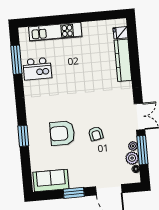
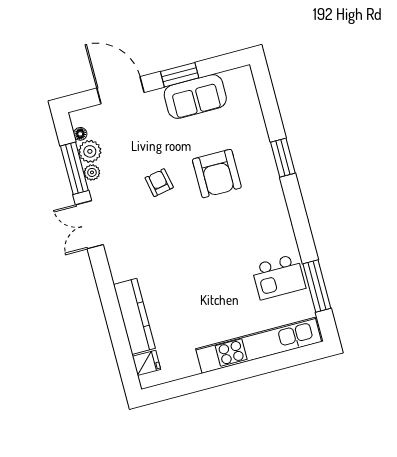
kitchen unit: (55, 32) -> (259, 345), width x1.36
kitchen island: (37, 69) -> (279, 277), turned 180
armchair: (62, 133) -> (217, 174), turned 90
sofa: (51, 180) -> (195, 96), moved

